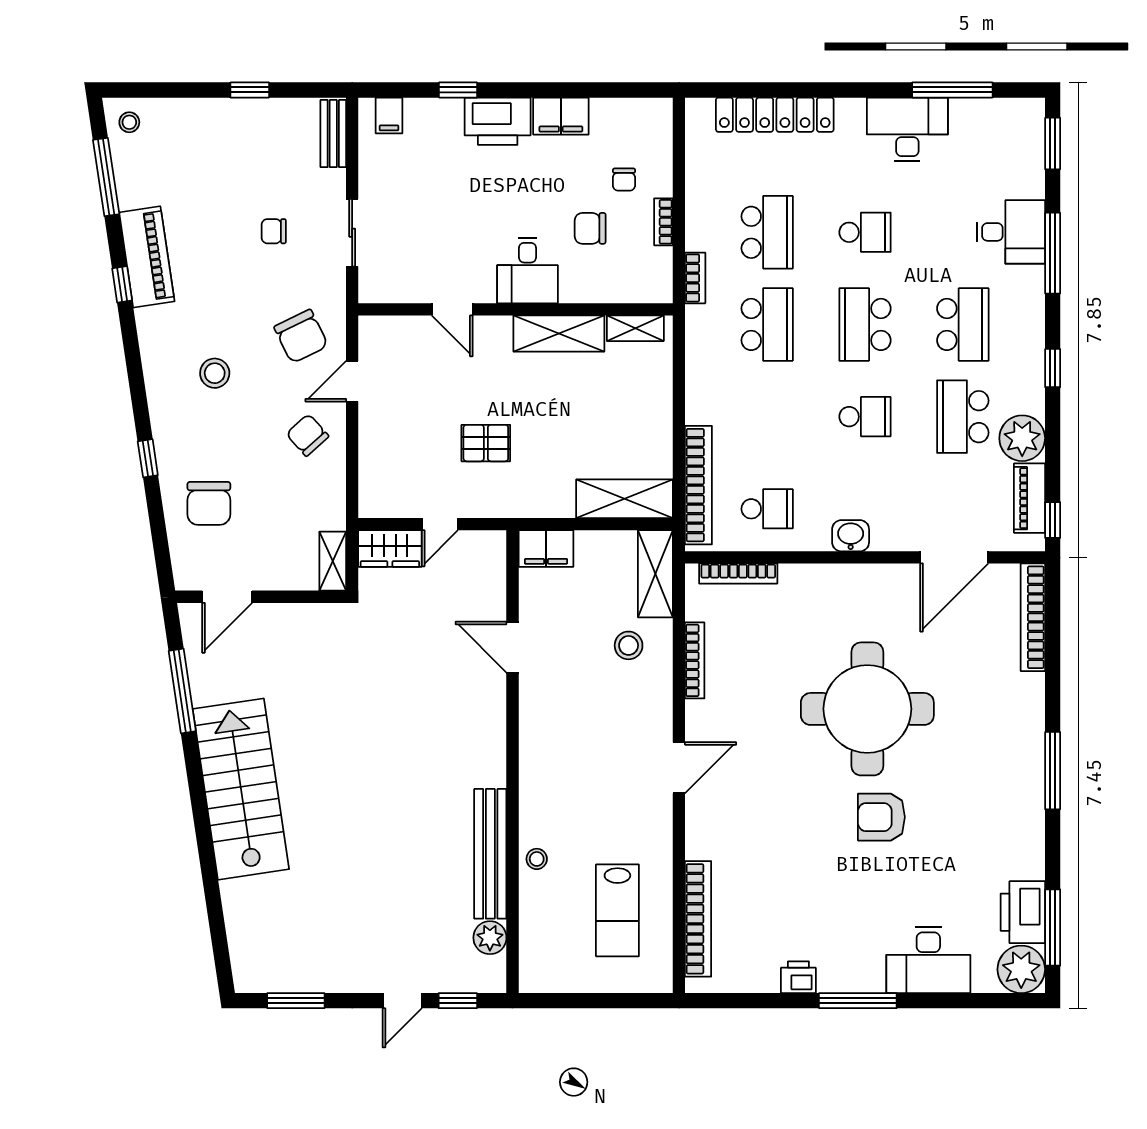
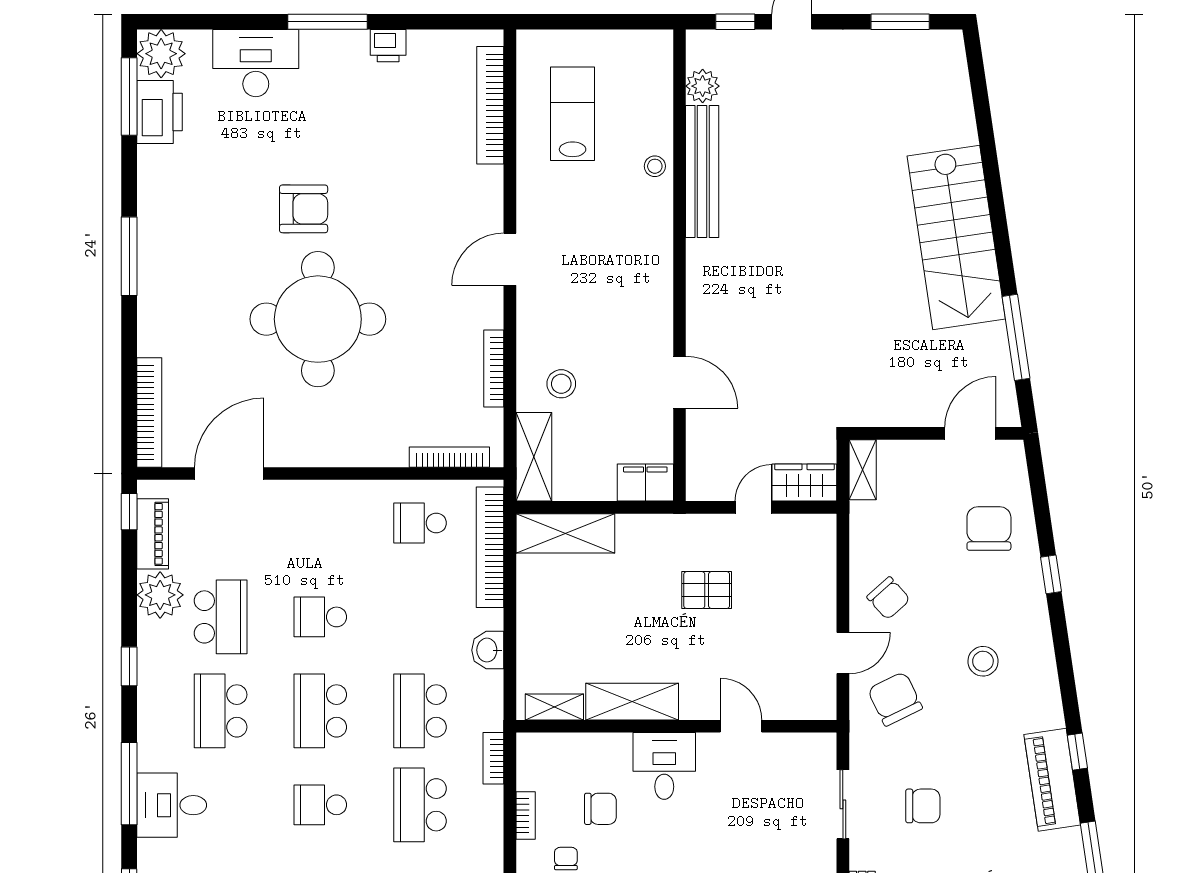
chair: (274, 231) -> (923, 806), width x1.37, depth x1.37
school desk: (865, 324) -> (320, 711), turned 180
washbasin: (851, 536) -> (488, 650), moved, turned 90

